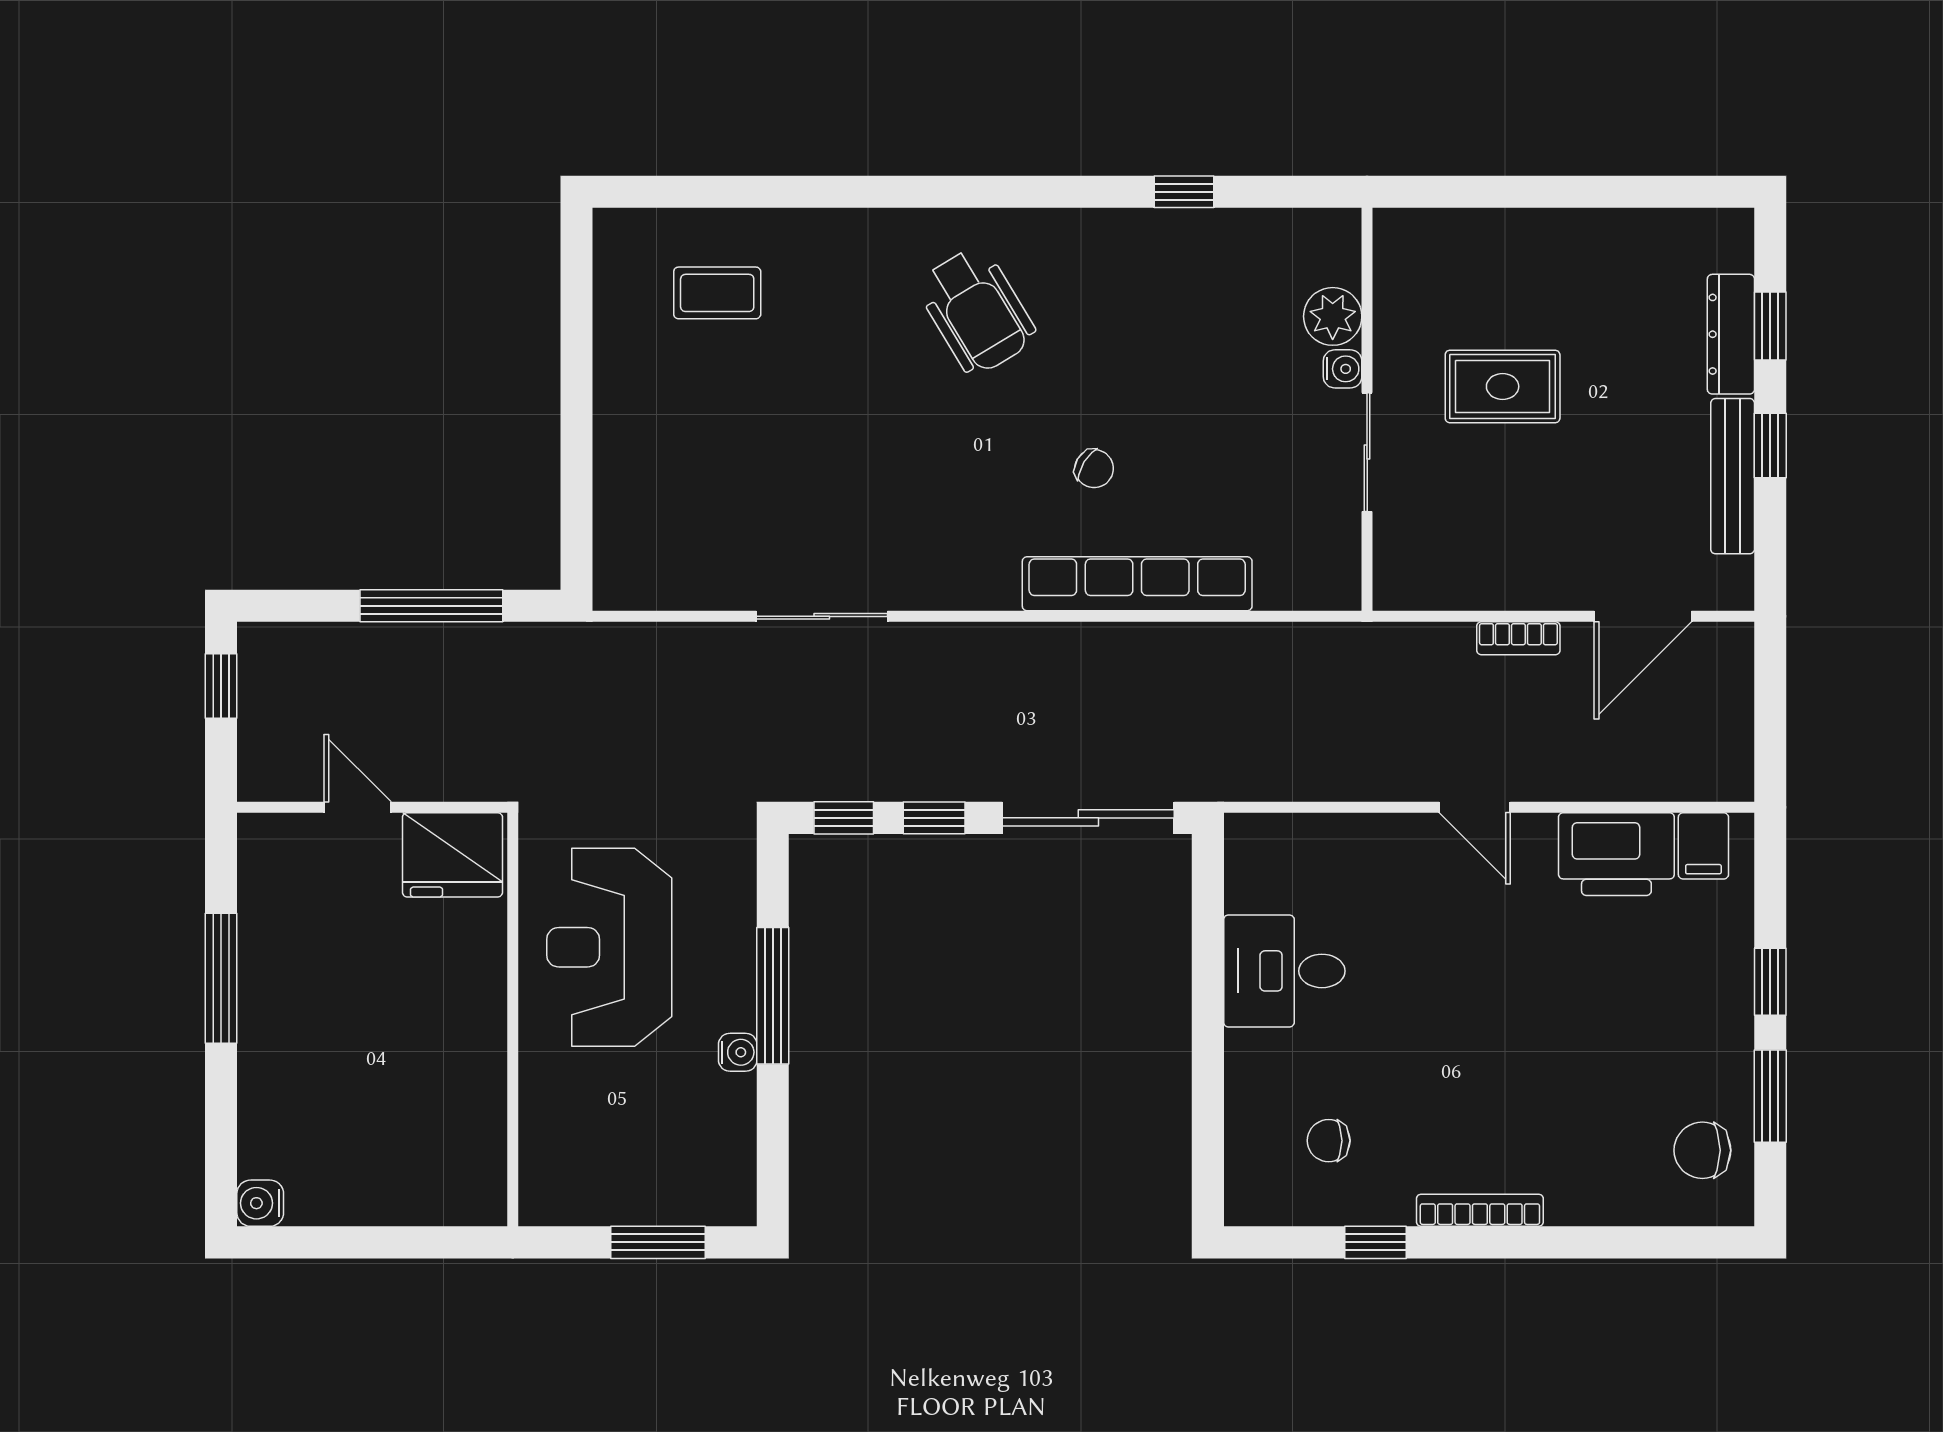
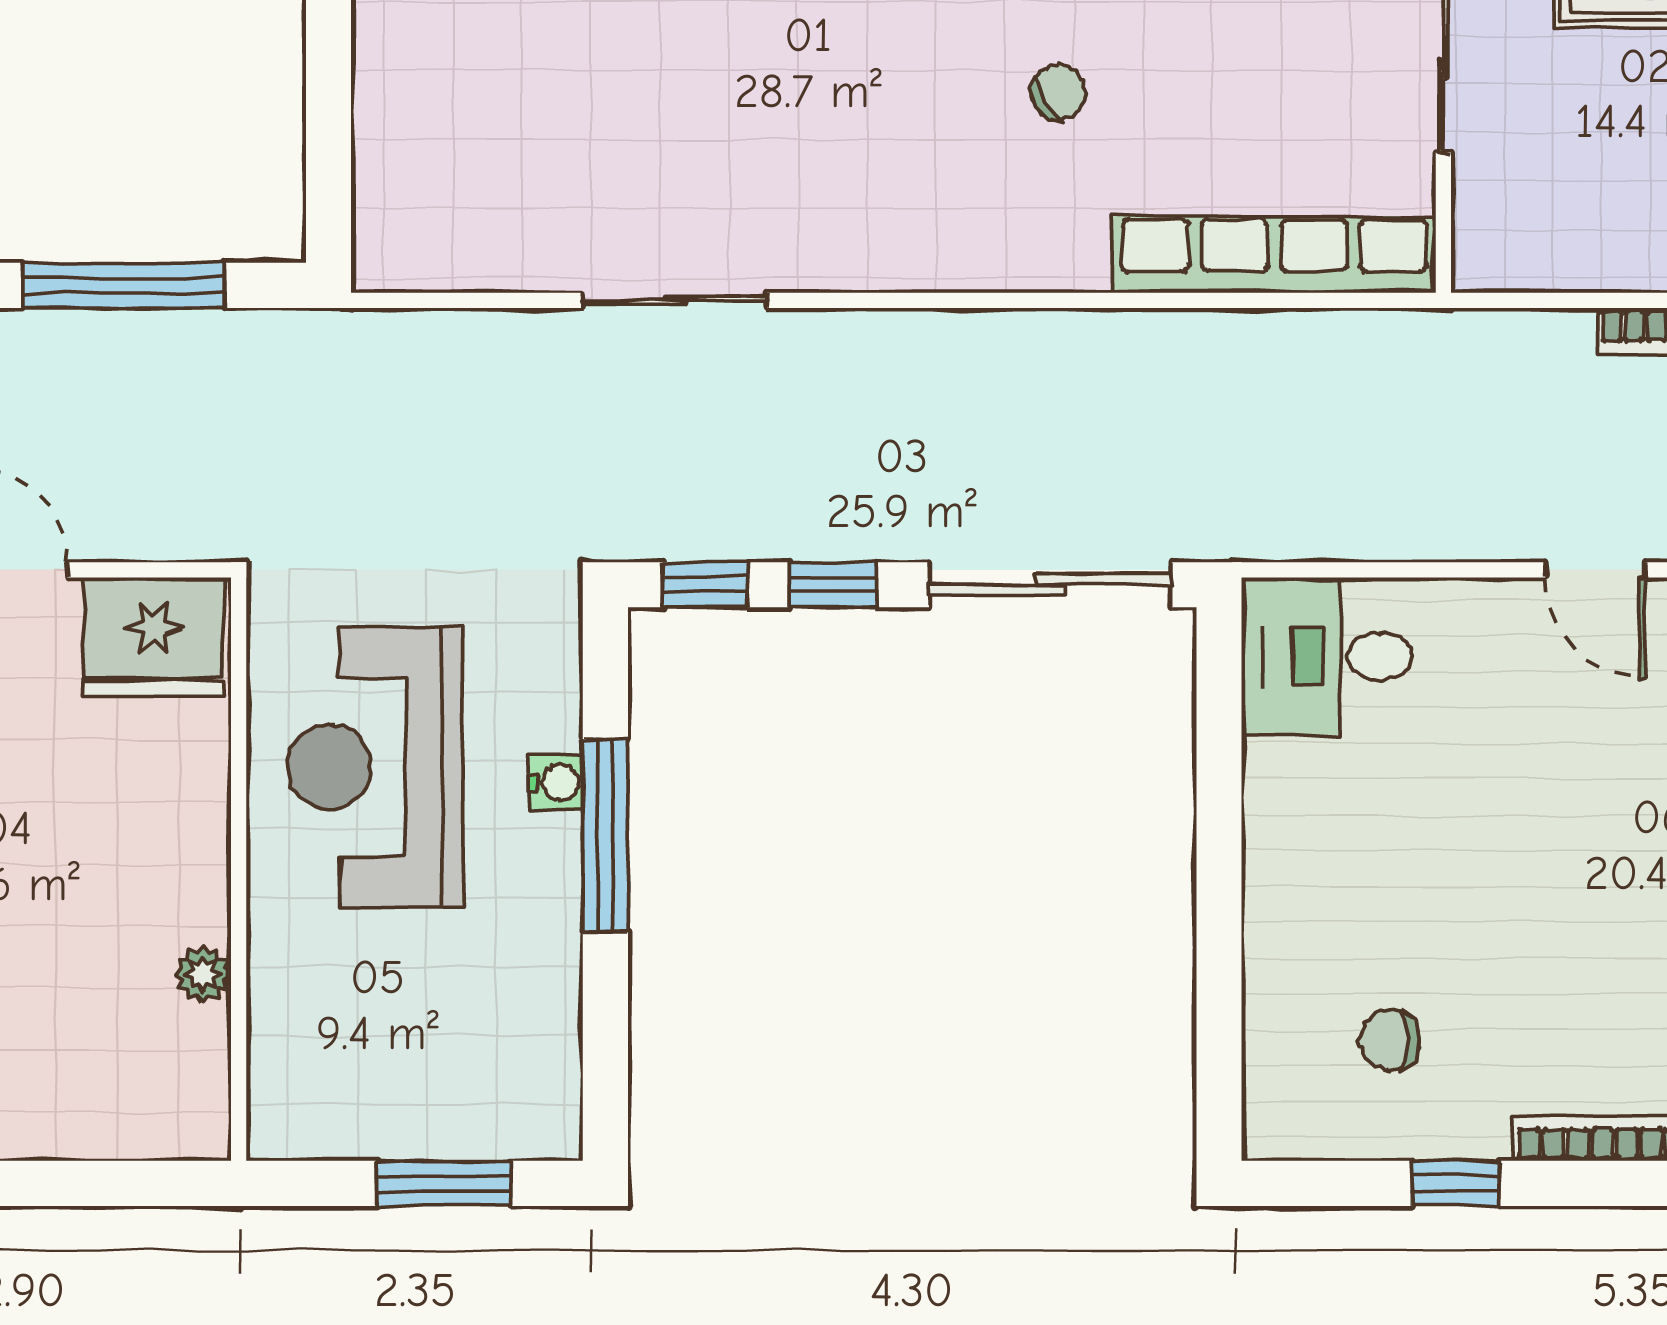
chair: (1094, 469) -> (1058, 92), turned -64
row of seats: (1137, 584) -> (1274, 255), moved
desk: (1284, 971) -> (1327, 657), moved
water cooler: (738, 1052) -> (556, 782), moved
plant: (487, 1094) -> (203, 974), added

